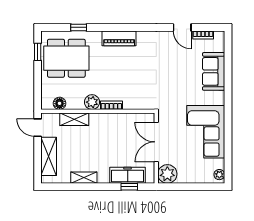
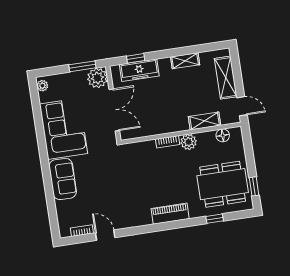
sofa: (214, 71) -> (63, 179), moved
window: (180, 187) -> (82, 66), added

